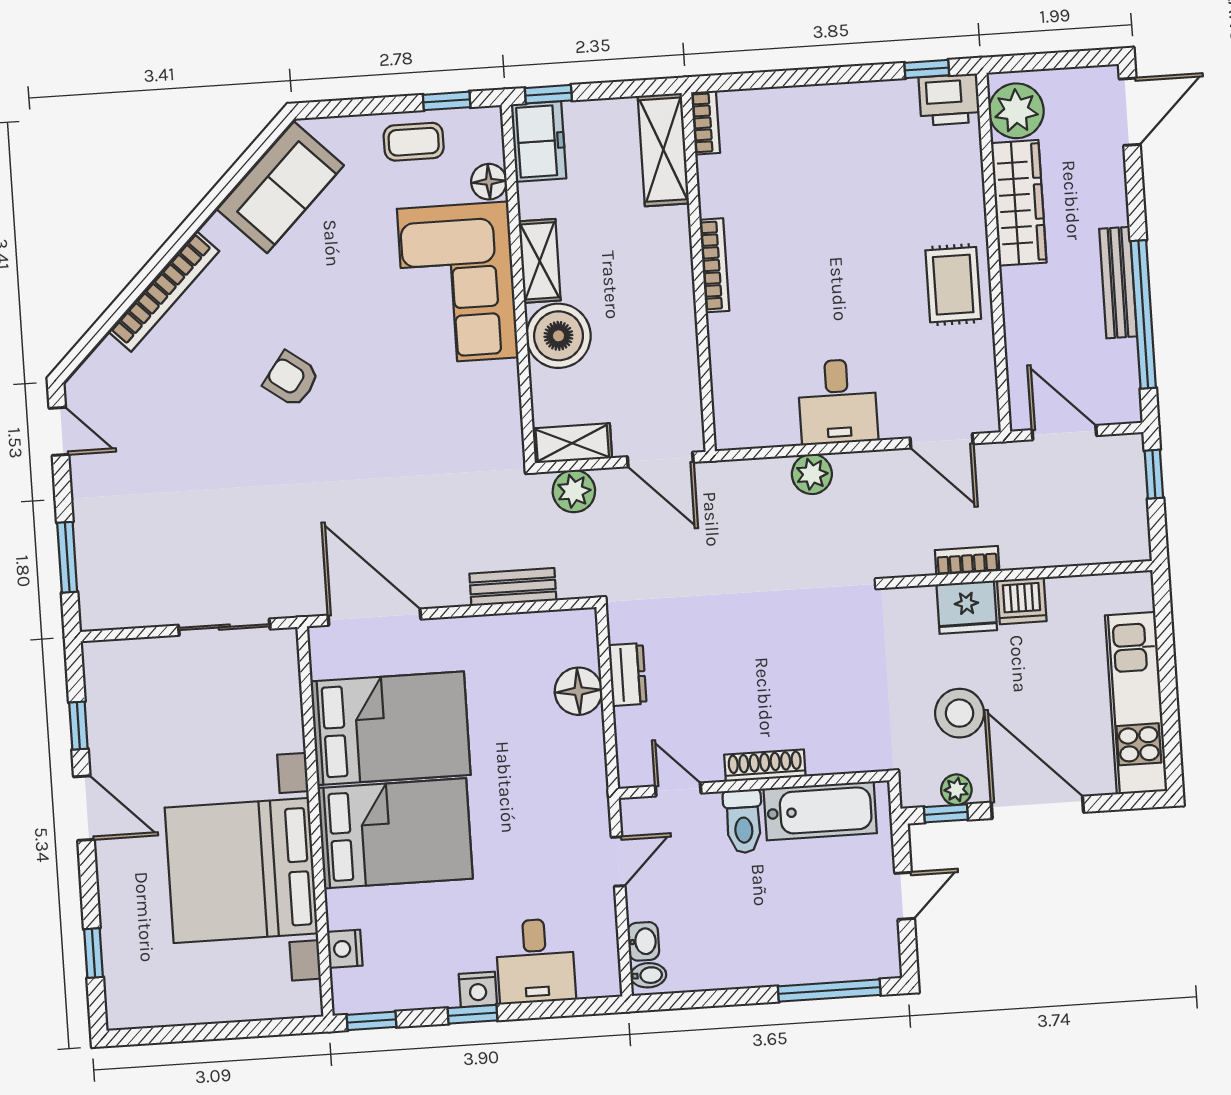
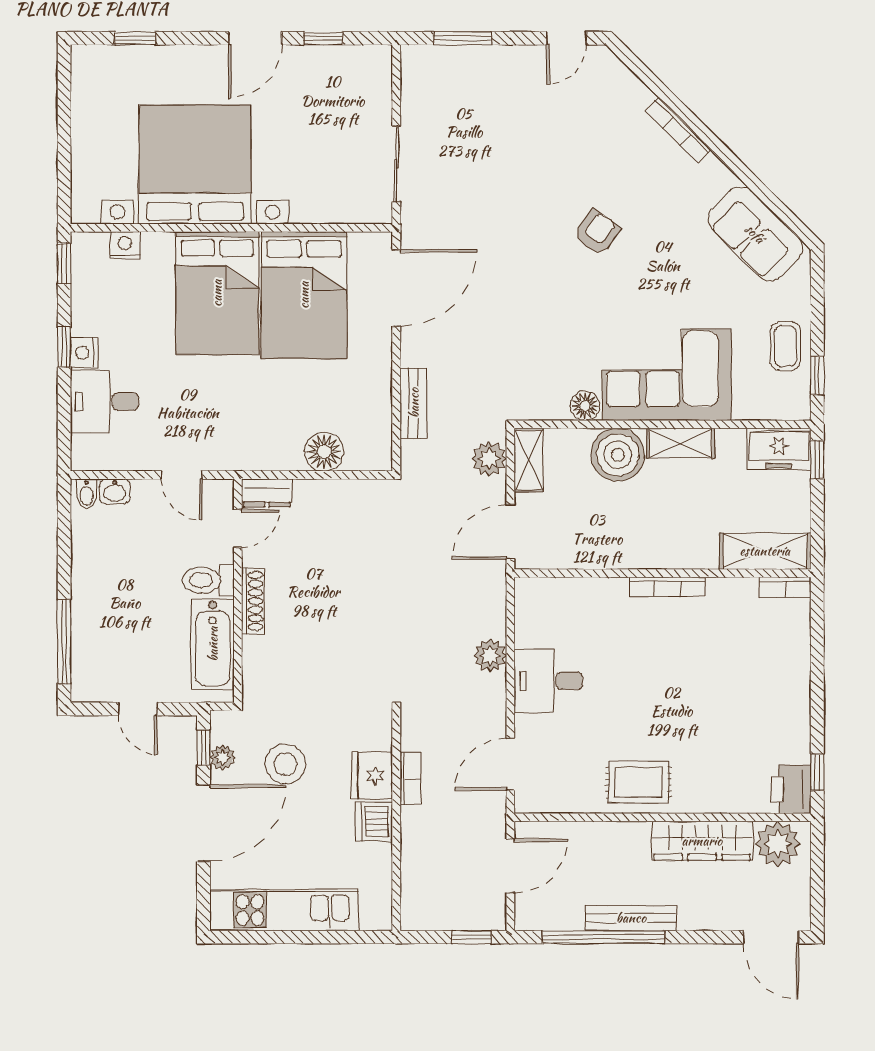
floor lamp: (489, 182) -> (585, 406), moved
bookcase: (164, 292) -> (678, 130), width x0.68, depth x0.76
dresser: (628, 675) -> (267, 493), moved

